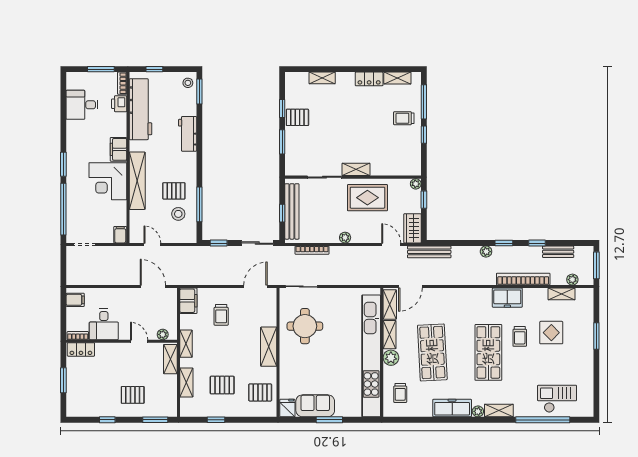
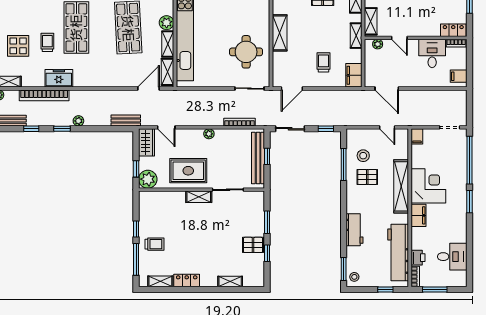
plant: (416, 184) -> (148, 179), width x1.88, depth x1.88
bench: (429, 252) -> (126, 121), width x0.73

